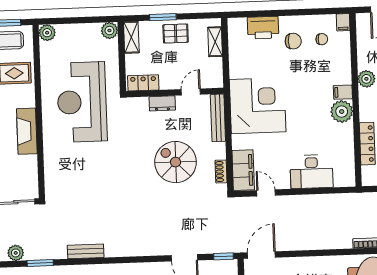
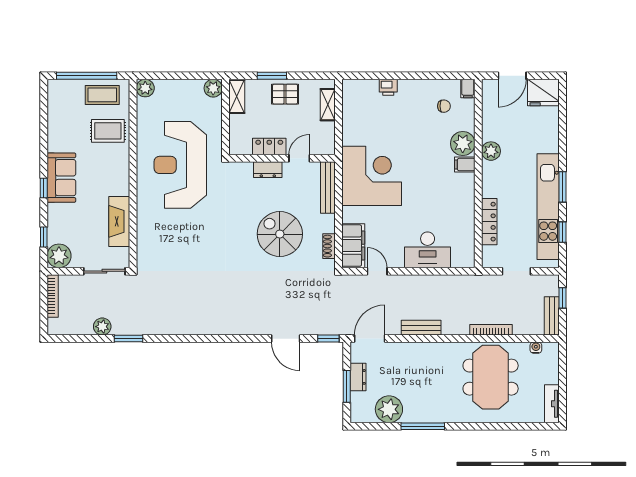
printer: (263, 28) -> (388, 87), width x0.53, depth x0.68
chair: (293, 41) -> (413, 107), removed
locker: (143, 83) -> (269, 146), moved
plant: (342, 112) -> (463, 144), moved
fireplace: (27, 131) -> (119, 221), moved
bench: (86, 251) -> (421, 328), moved

